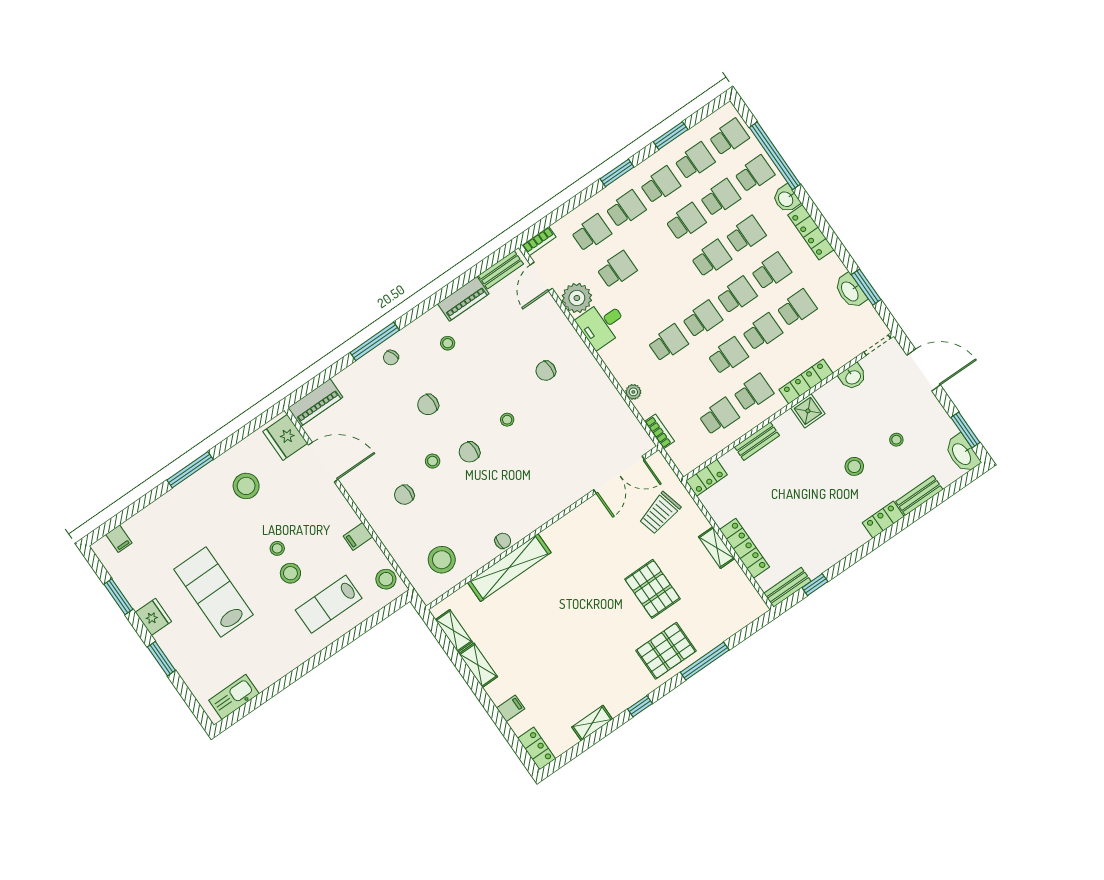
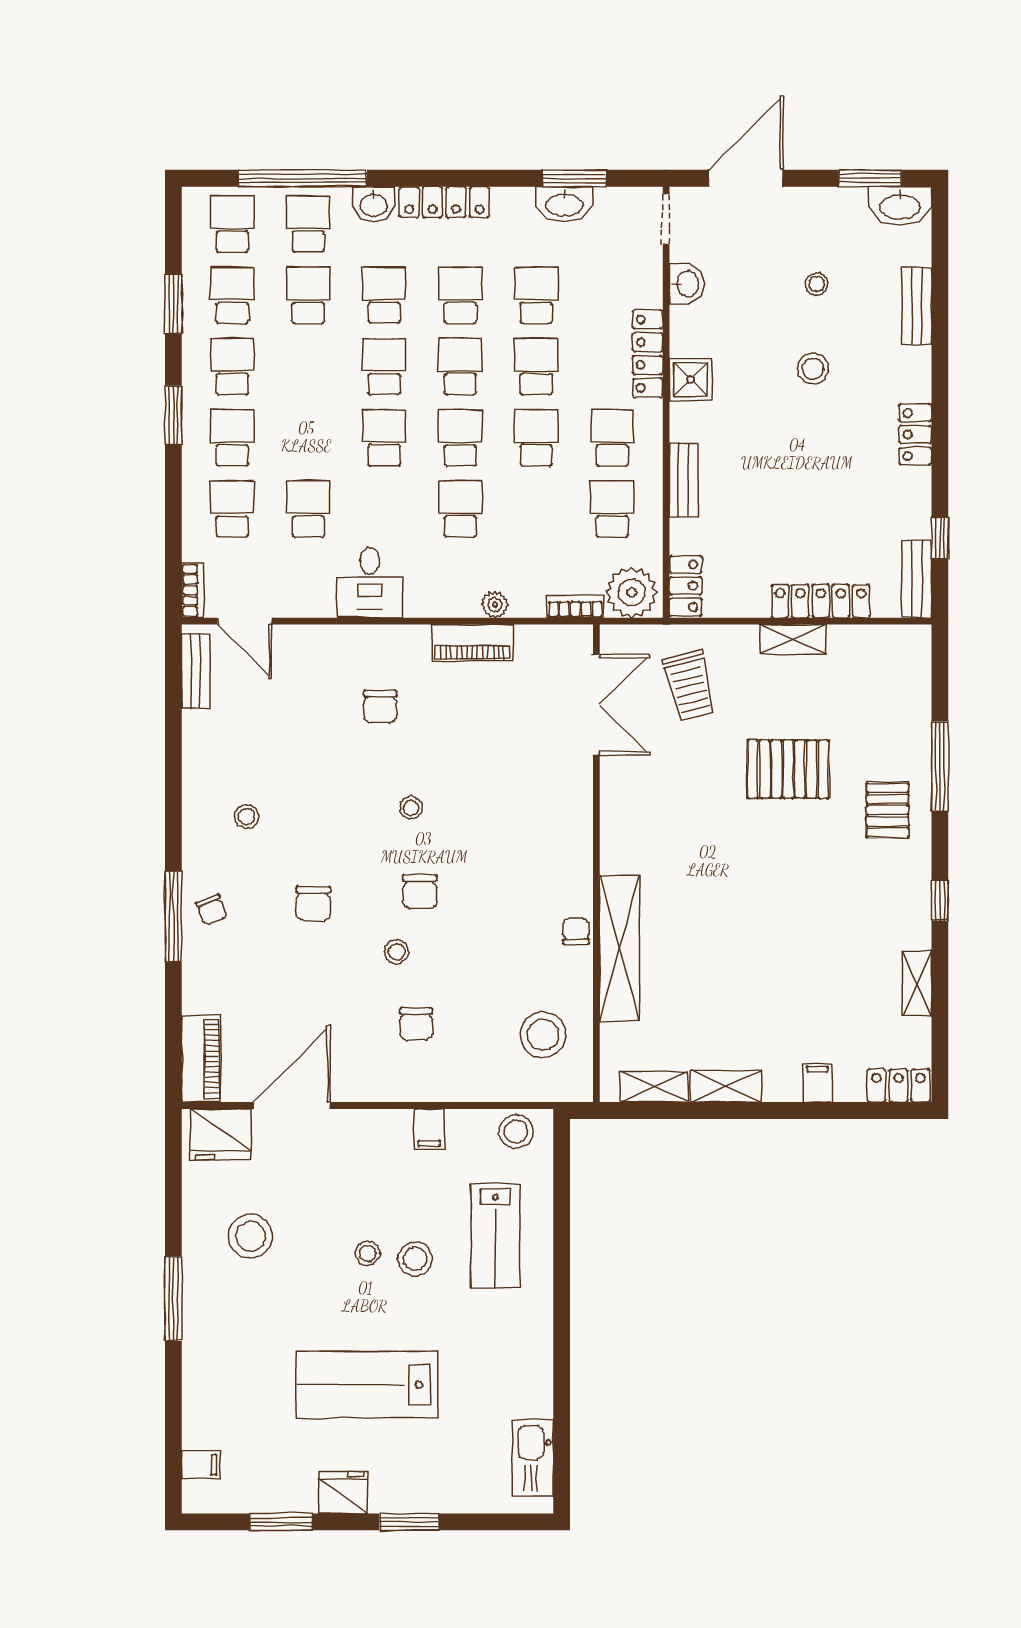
school desk: (686, 222) -> (384, 438), moved
plant: (577, 298) -> (632, 592), moved
piano: (463, 299) -> (472, 643), moved, turned 90
locker: (883, 520) -> (915, 435), moved
pallet: (666, 651) -> (888, 810), width x0.67, depth x0.71

